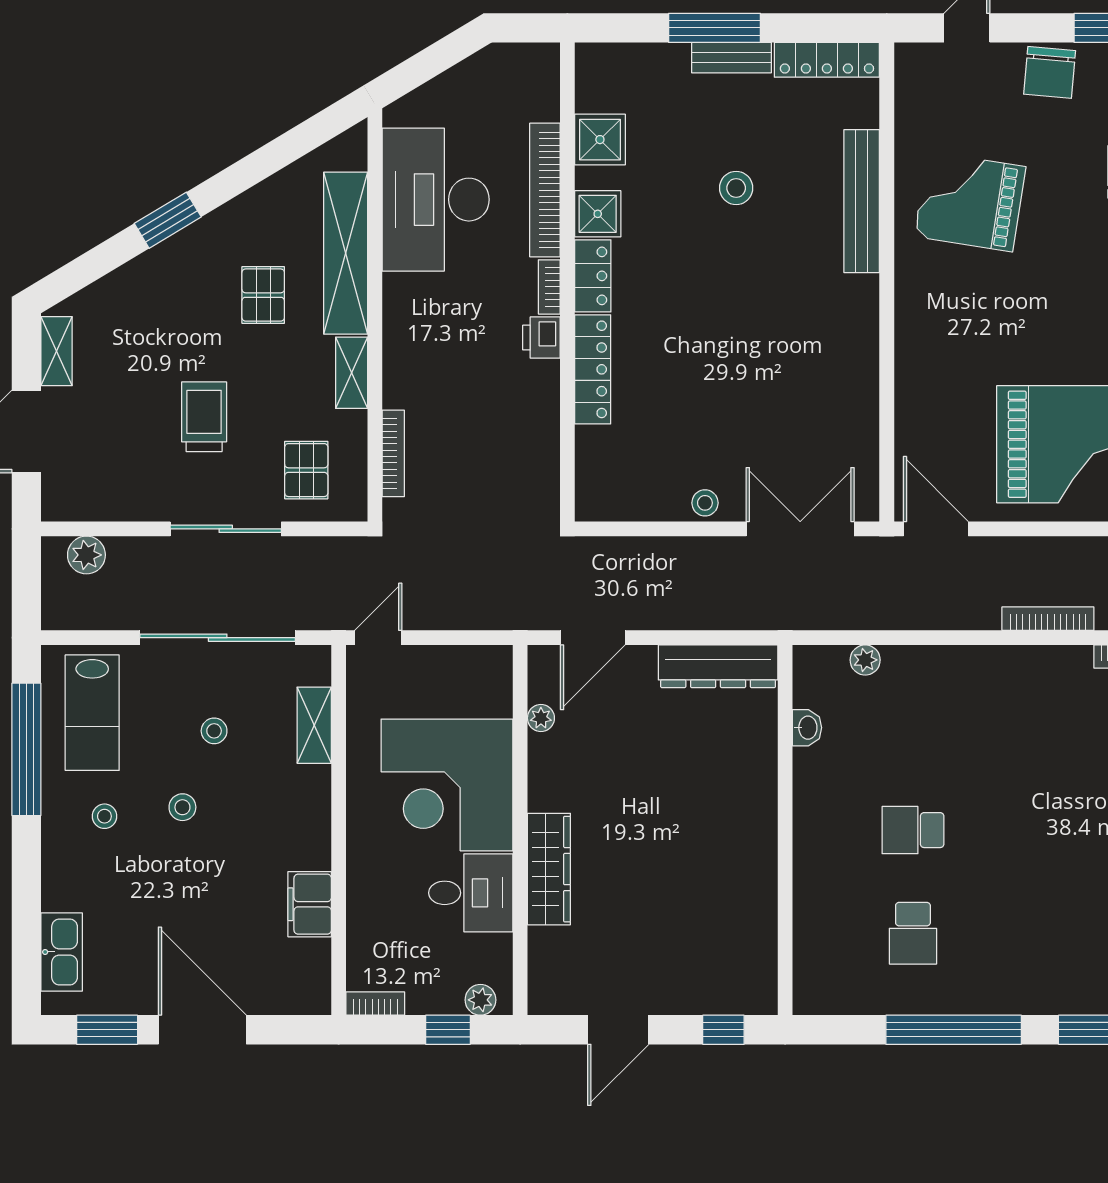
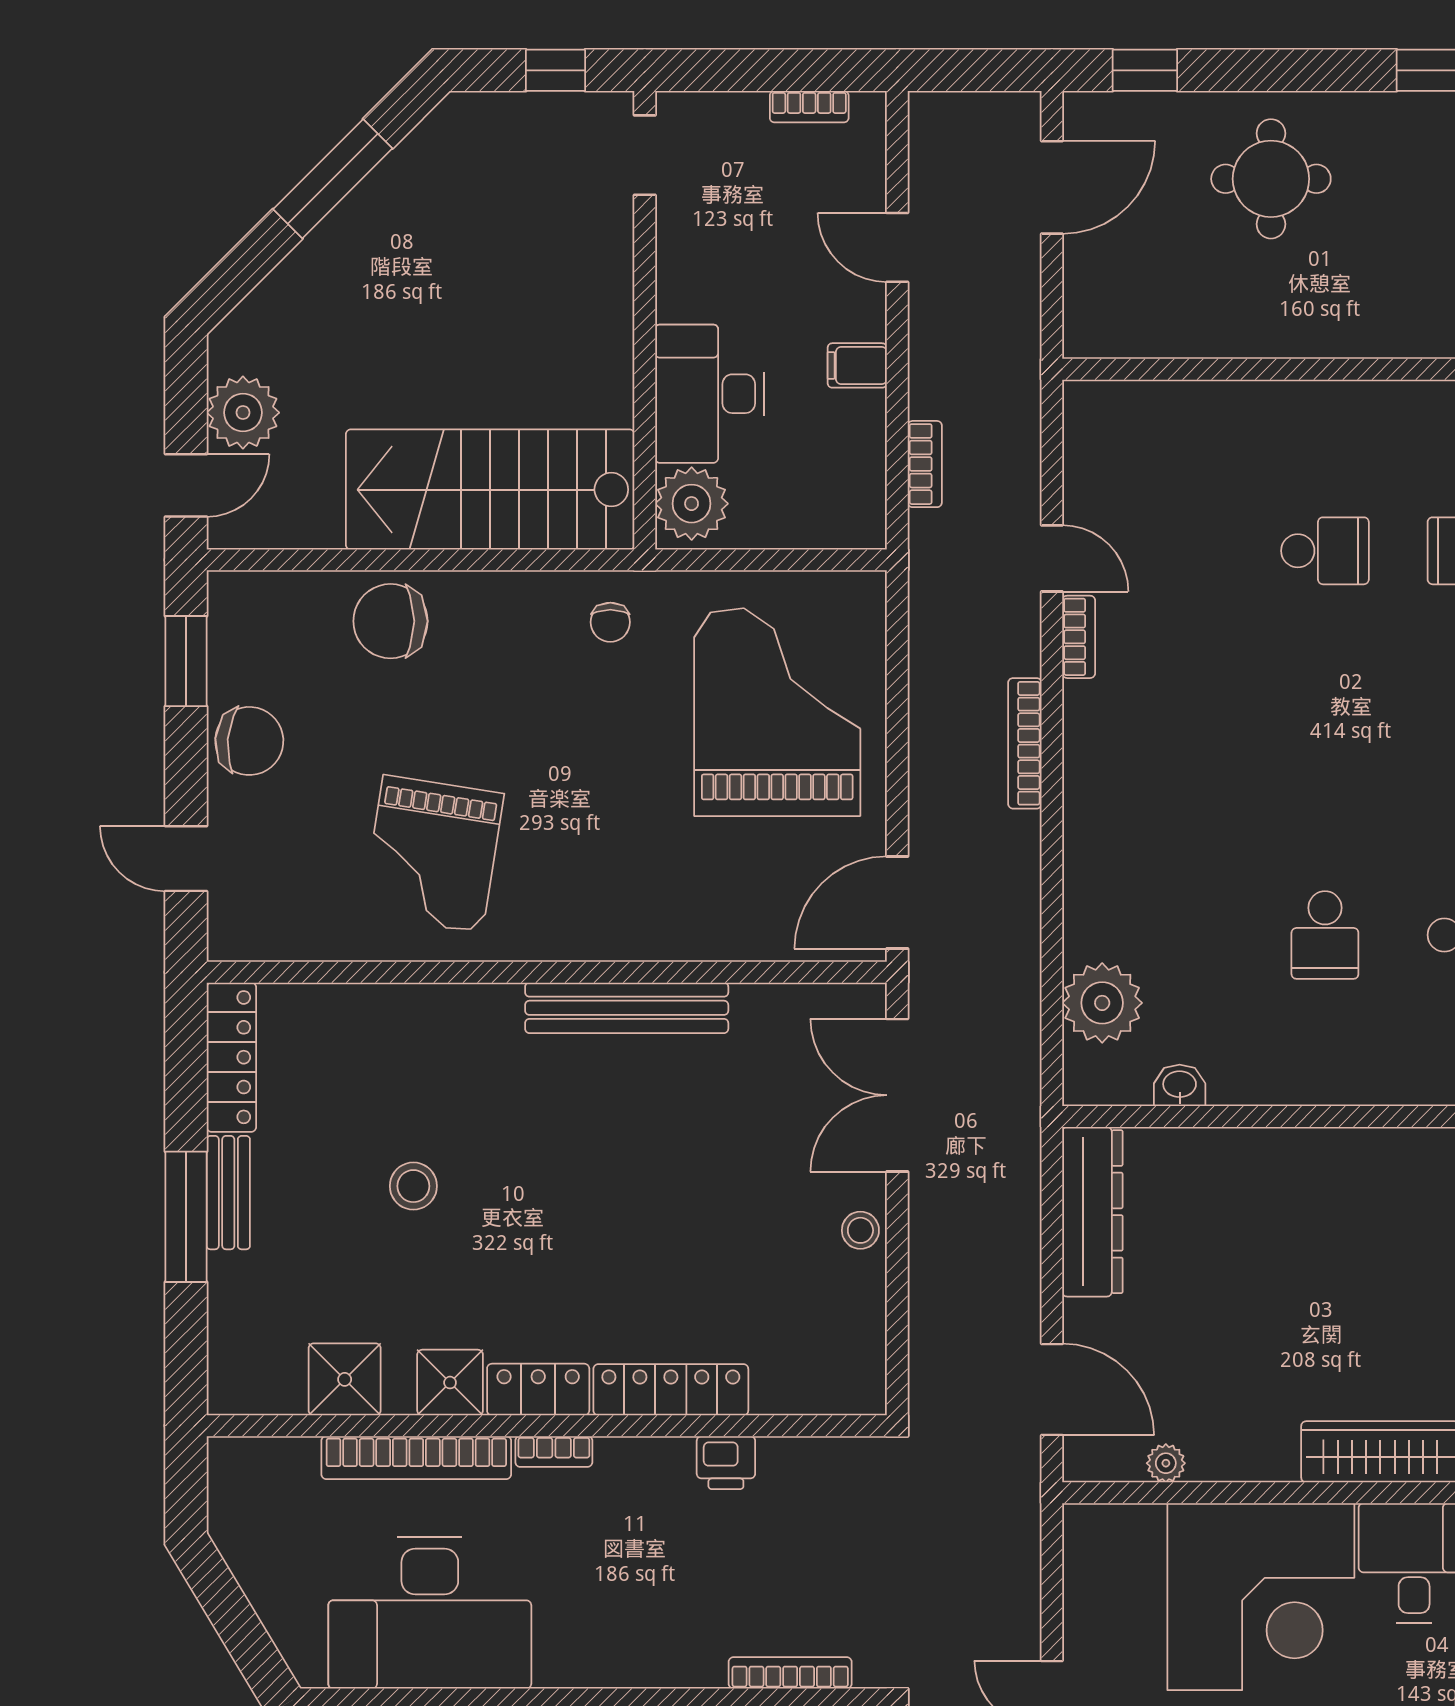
bench: (862, 201) -> (627, 1008), moved
printer: (541, 338) -> (726, 1463), moved
plant: (865, 660) -> (1102, 1003), width x1.88, depth x1.88

